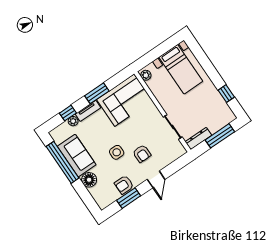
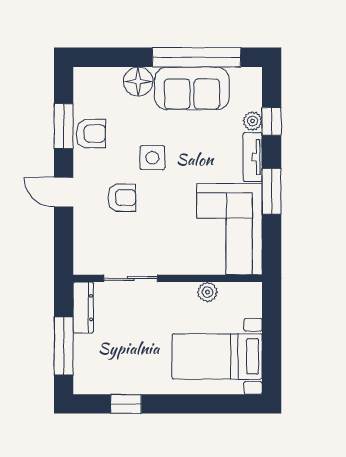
plant: (146, 75) -> (207, 292), moved
armchair: (142, 154) -> (122, 198), turned 180
armchair: (124, 185) -> (91, 134), turned 90

